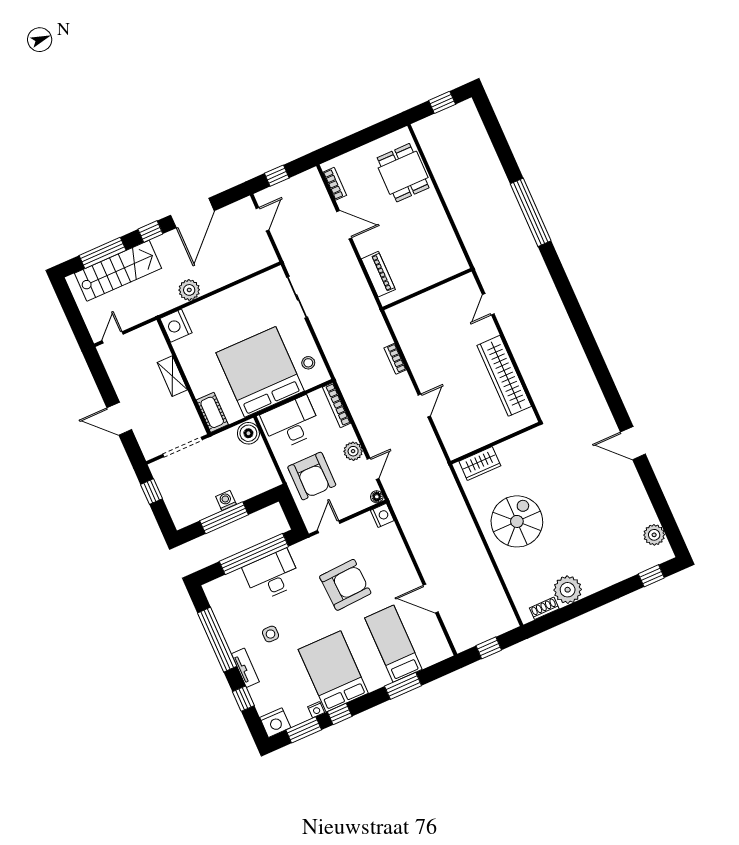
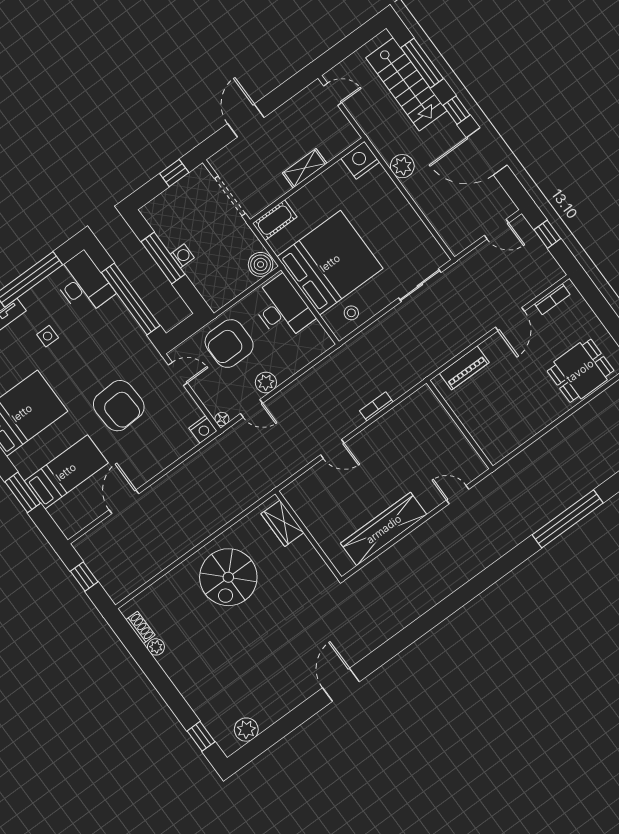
bookcase: (337, 405) -> (312, 354), removed
spiral stairs: (517, 521) -> (228, 577), turned 90
desk: (272, 575) -> (83, 284), moved
plant: (568, 590) -> (156, 647), width x0.53, depth x0.53

